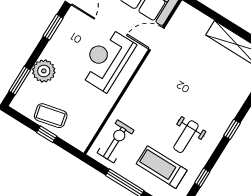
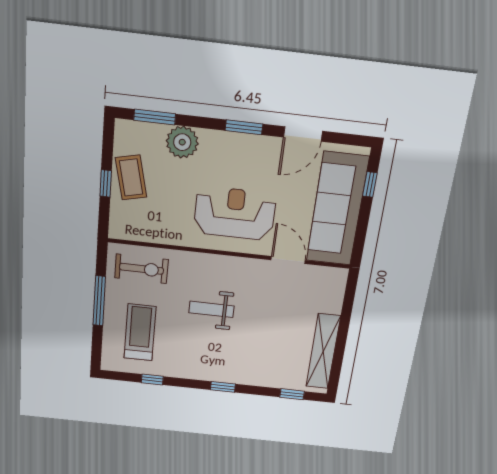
weight bench: (186, 137) -> (211, 309), moved

